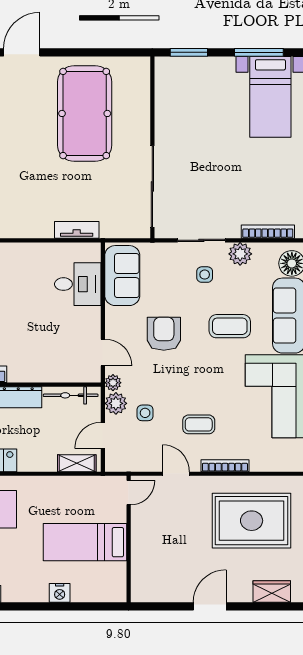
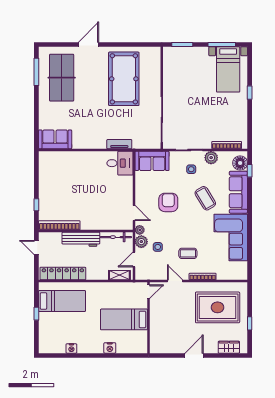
sofa: (122, 276) -> (152, 161), moved, turned 90
desk: (78, 284) -> (120, 163), moved
coffee table: (230, 326) -> (205, 198), turned 59

